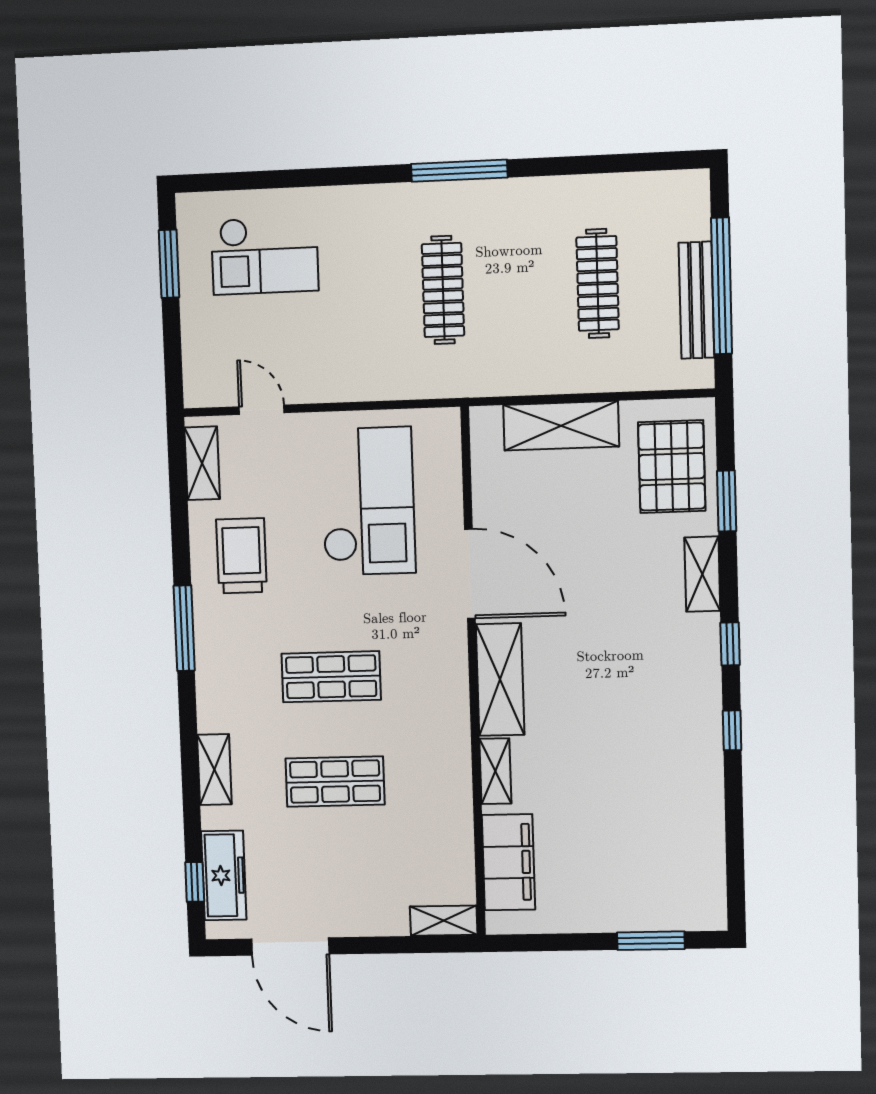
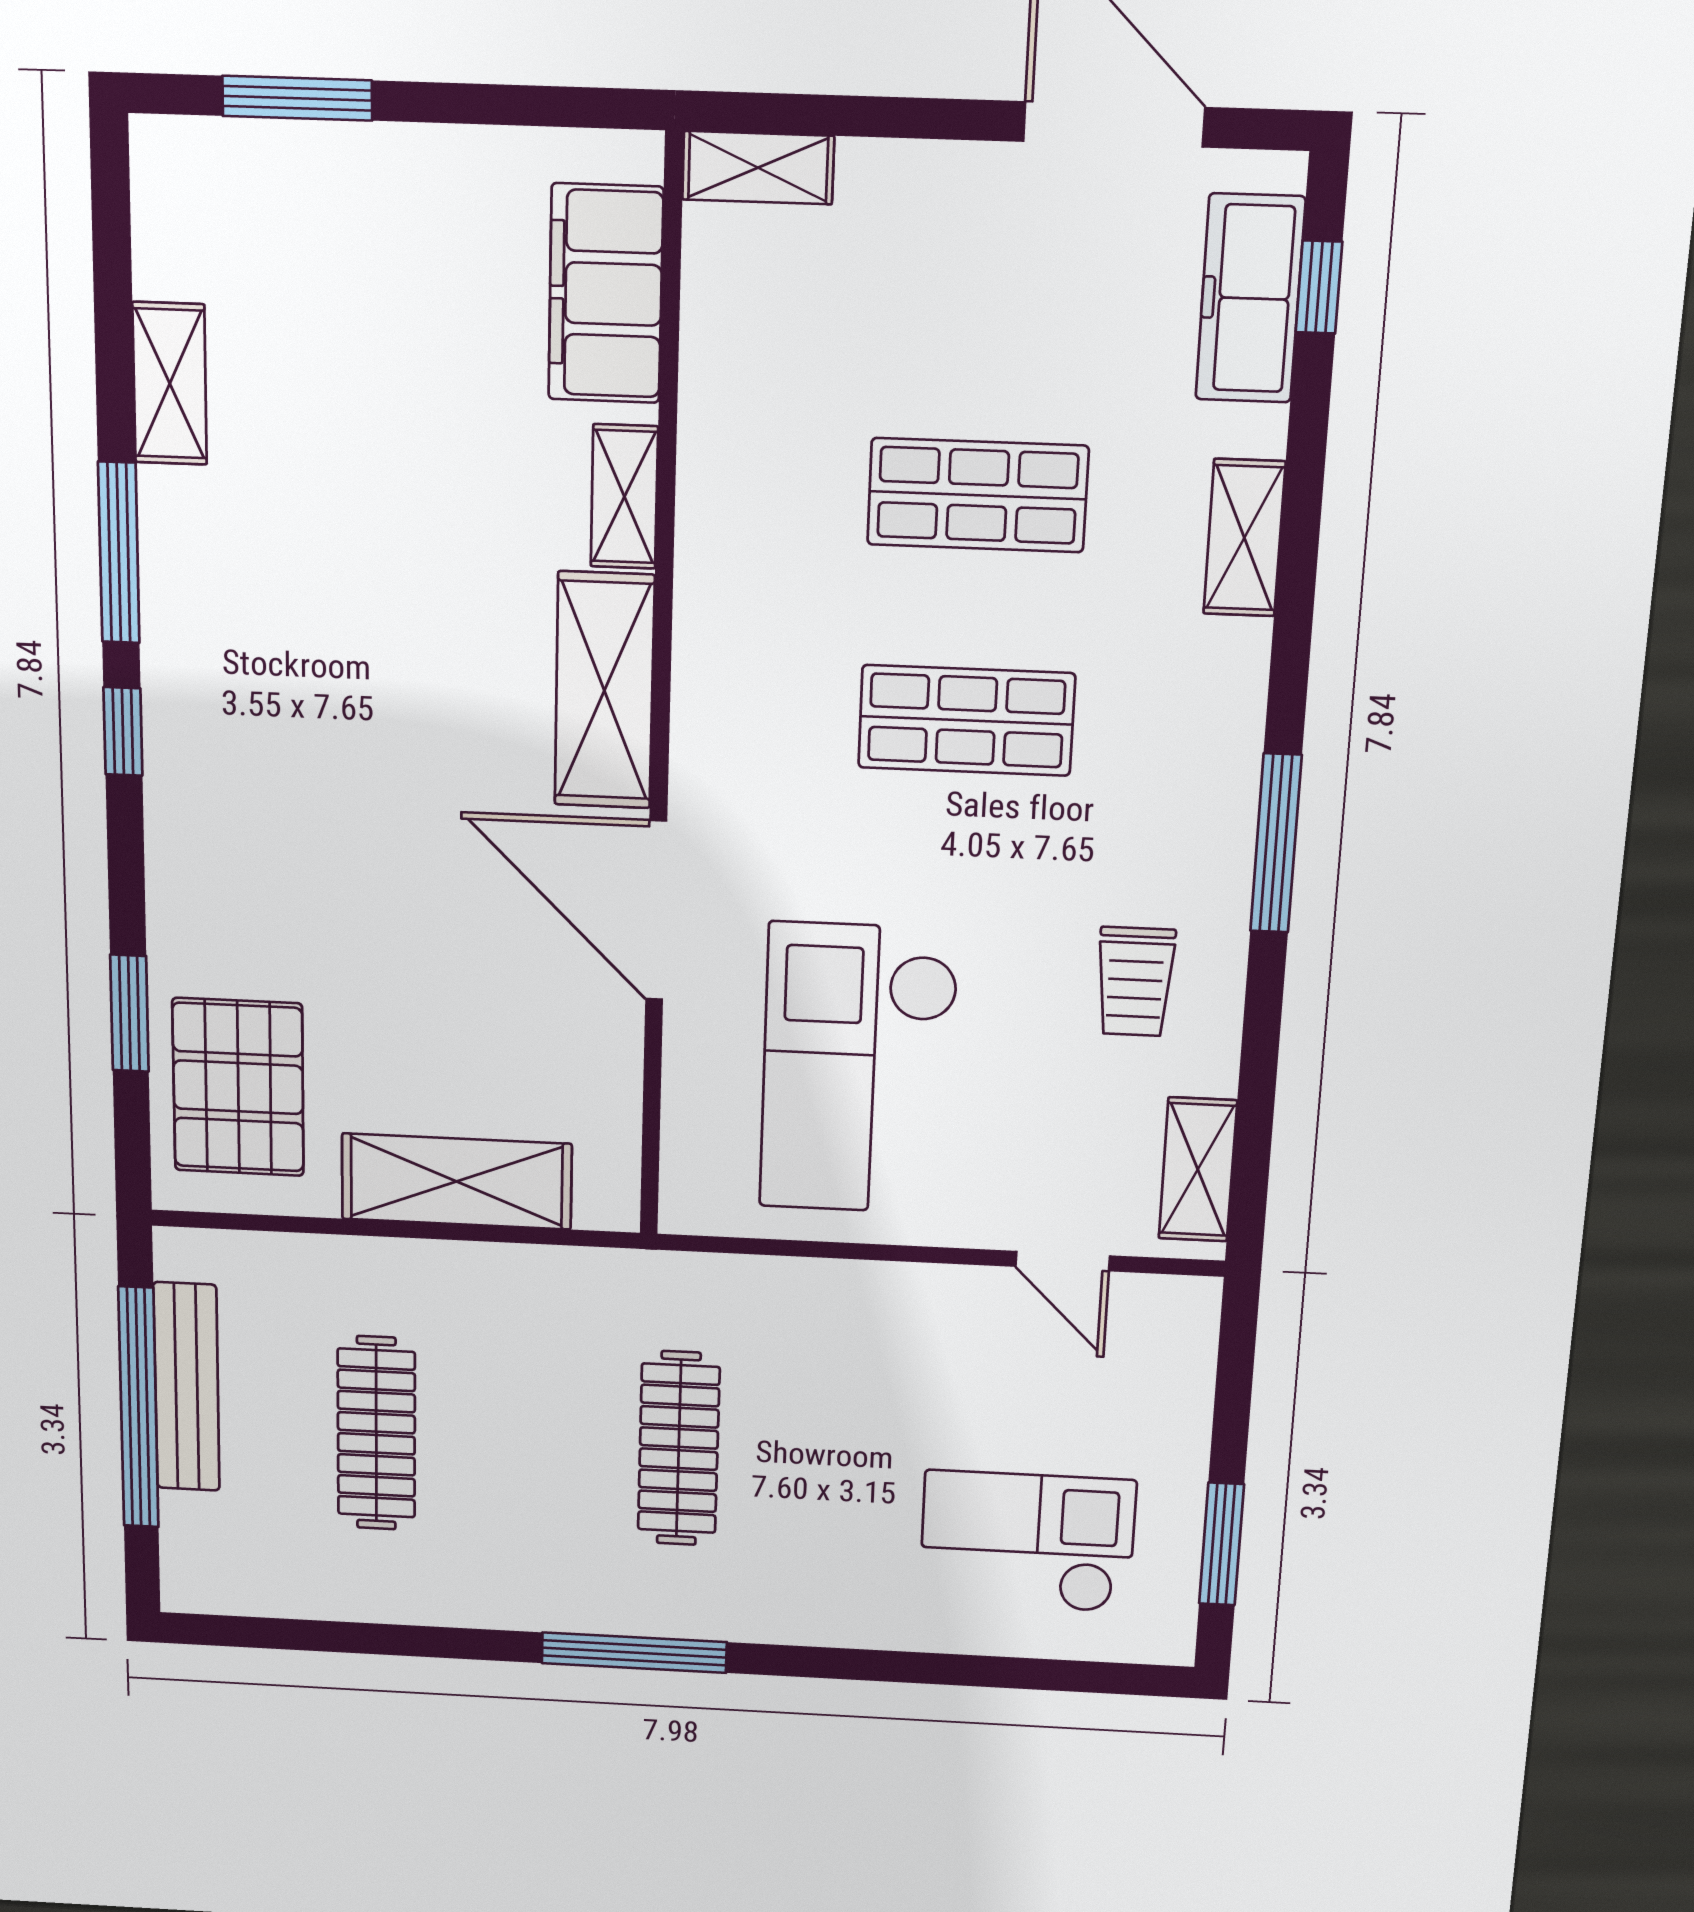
trolley: (241, 556) -> (1135, 982), width x0.73, depth x0.72
shelving: (702, 574) -> (170, 384), moved
window: (732, 730) -> (119, 553), width x2.17

